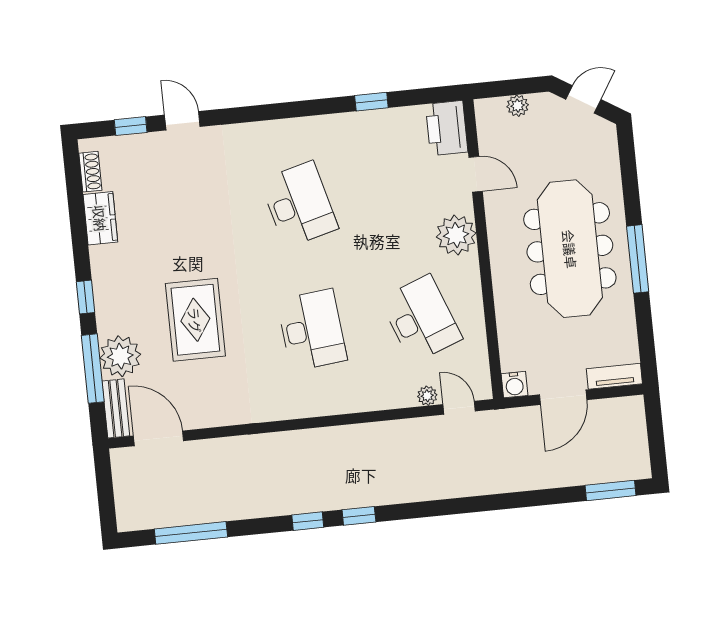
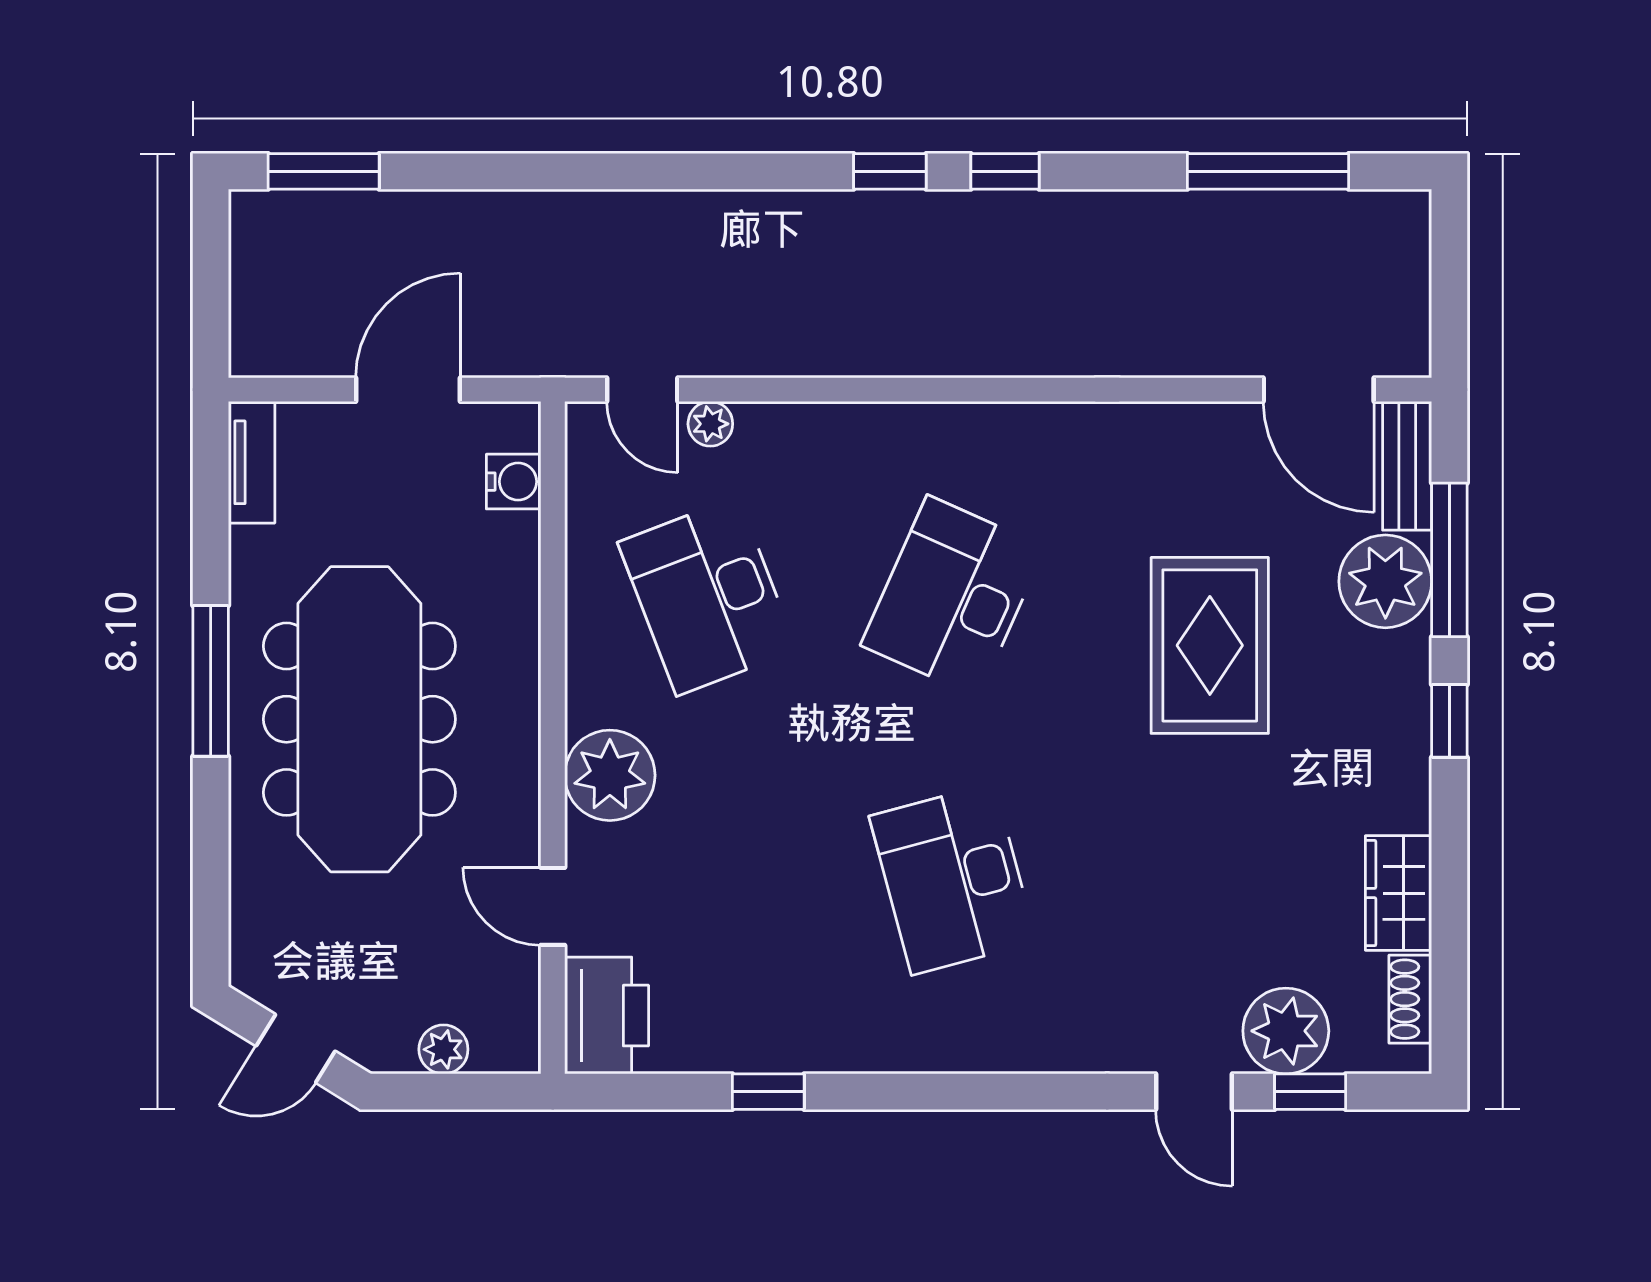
plant: (144, 152) -> (1286, 1031), added
desk: (312, 330) -> (953, 596), turned 30
tv unit: (614, 376) -> (252, 462), moved, turned -90
water cooler: (514, 385) -> (514, 482), moved, turned 90

